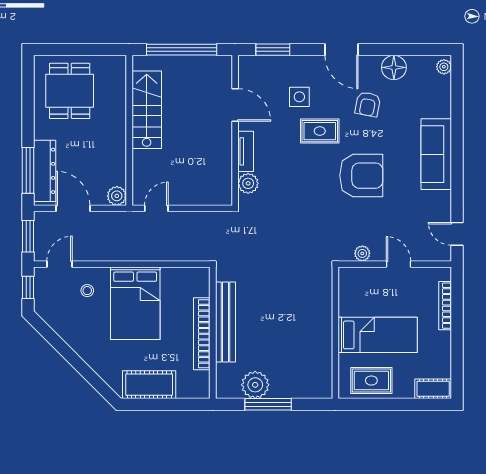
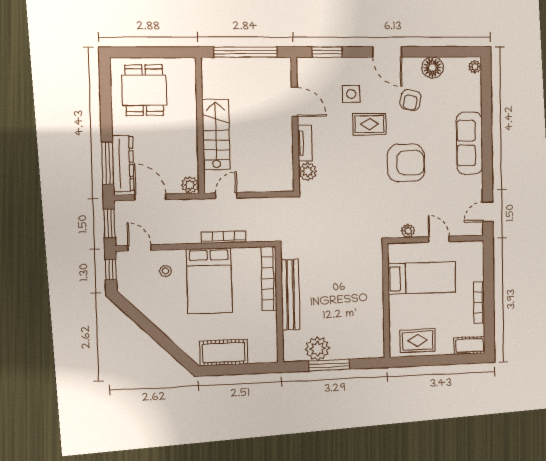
stairs: (147, 110) -> (216, 134), moved
door: (457, 234) -> (488, 212), hinge flipped
bookcase: (152, 255) -> (224, 237), added
door: (60, 264) -> (139, 248), hinge flipped
bookcase: (445, 306) -> (479, 303), moved
bookcase: (202, 334) -> (269, 279), moved
bed: (378, 335) -> (422, 278), moved

